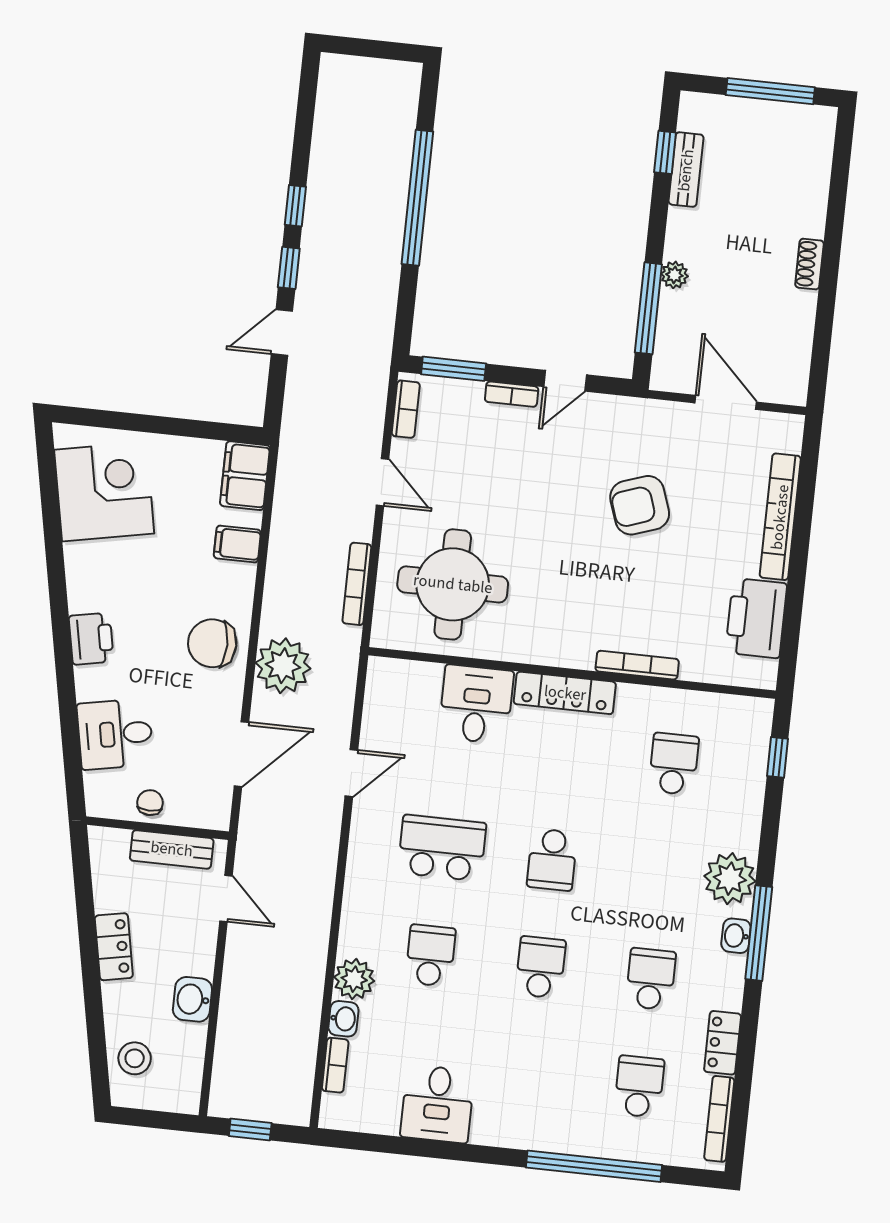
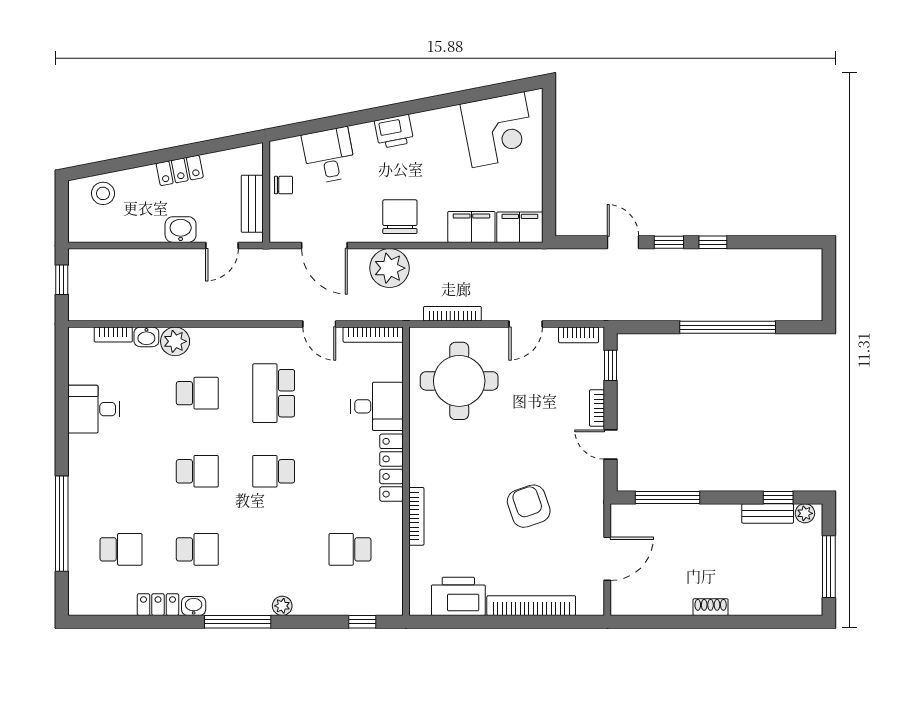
plant: (674, 275) -> (805, 513), moved
window: (454, 369) -> (610, 365), width x0.67
filing cabinet: (237, 544) -> (471, 227), width x2.00
school desk: (674, 764) -> (350, 549), turned 180
school desk: (442, 848) -> (274, 393), turned 180
plant: (730, 879) -> (282, 606), width x0.53, depth x0.53
washbasin: (736, 936) -> (194, 606), moved
washbasin: (192, 999) -> (181, 230), moved
bookcase: (719, 1119) -> (373, 335), moved, turned 180

